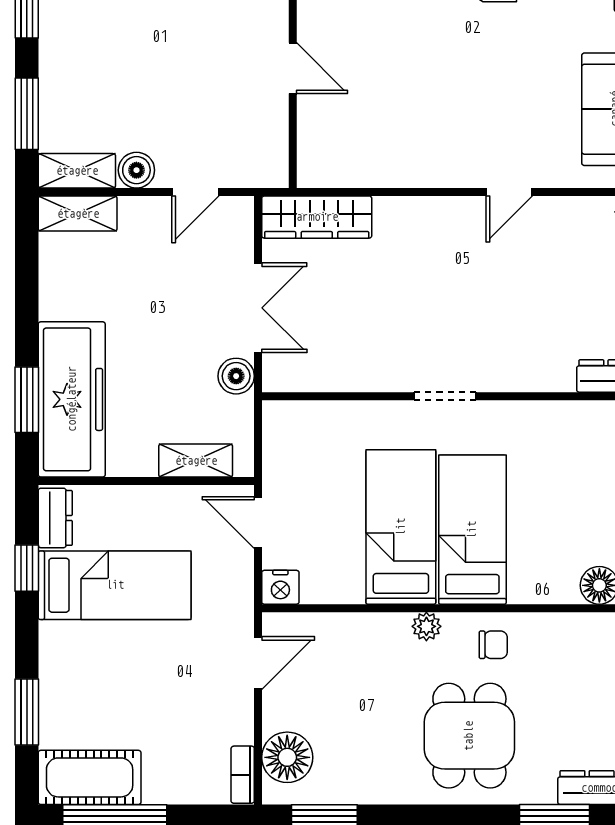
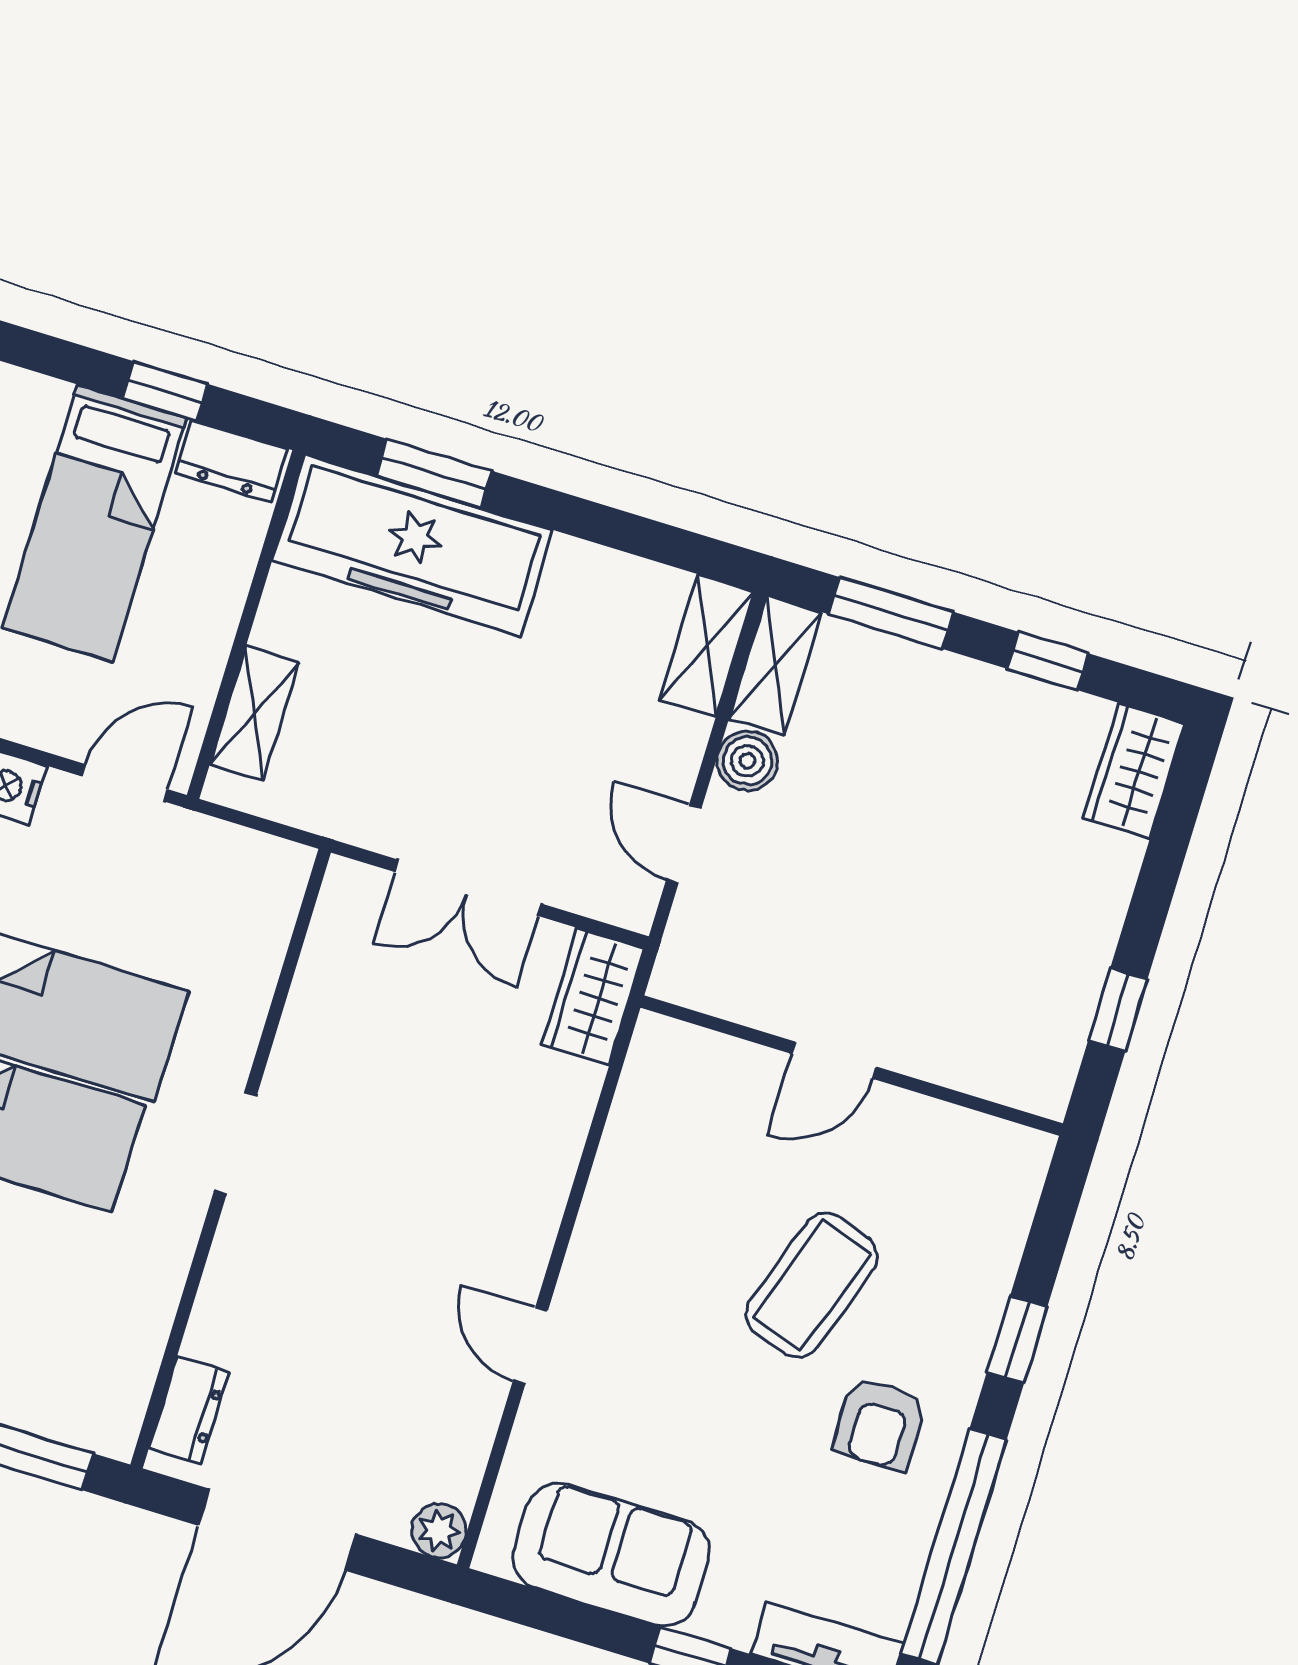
coffee table: (425, 42) -> (812, 1285), added
wardrobe: (317, 217) -> (593, 997), width x0.67
boiler: (236, 376) -> (370, 819), removed

